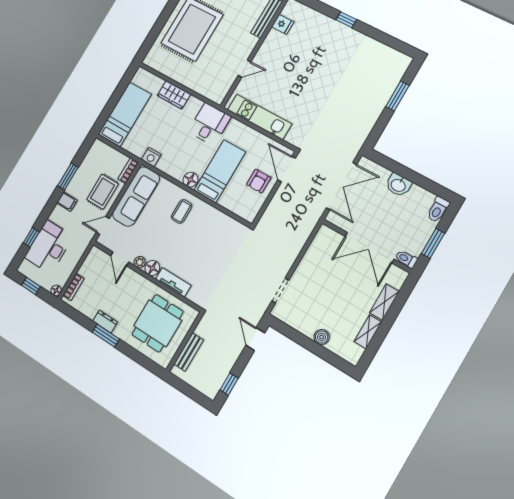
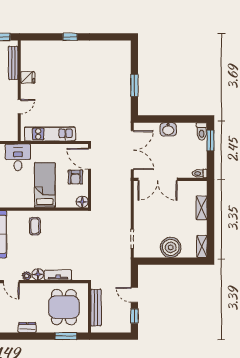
fridge: (283, 24) -> (28, 77), moved
window: (397, 96) -> (134, 85), moved
floor lamp: (190, 180) -> (82, 202), moved
window: (433, 243) -> (211, 140), moved
double door: (369, 248) -> (158, 179), moved
shelving: (368, 332) -> (202, 246), moved
window: (106, 336) -> (66, 336), moved
boiler: (322, 337) -> (171, 247), width x1.86, depth x1.86
door: (255, 339) -> (134, 295), moved
bench: (189, 352) -> (96, 308), width x1.36

